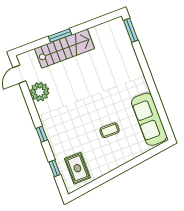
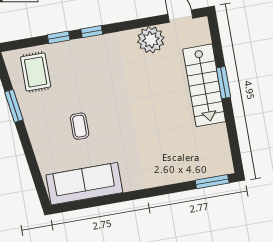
window: (55, 168) -> (59, 37), moved
rug: (77, 168) -> (36, 72), turned 90
window: (104, 179) -> (14, 106), added

